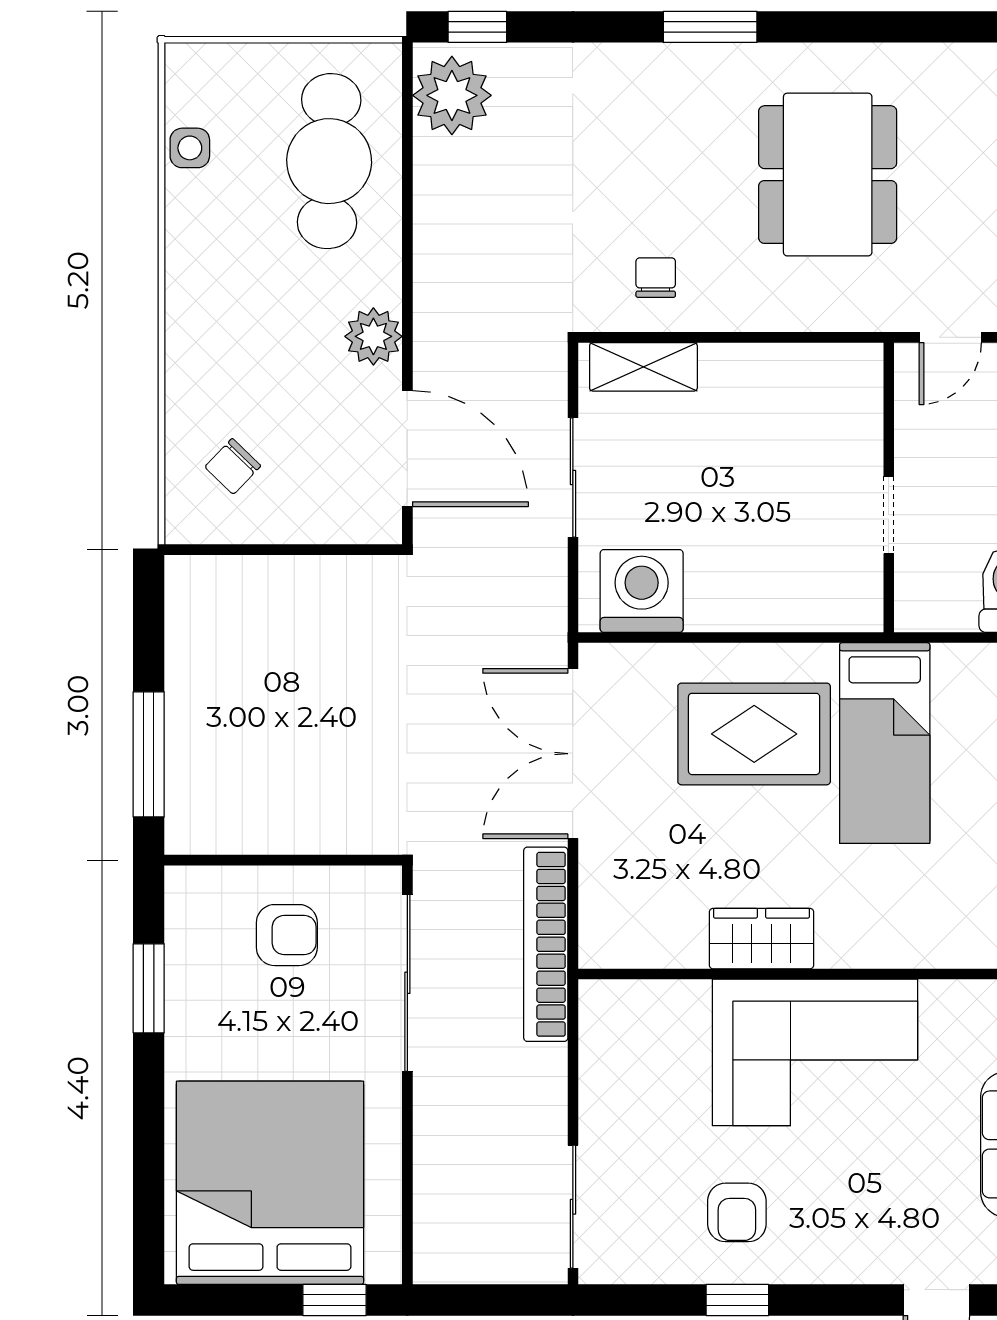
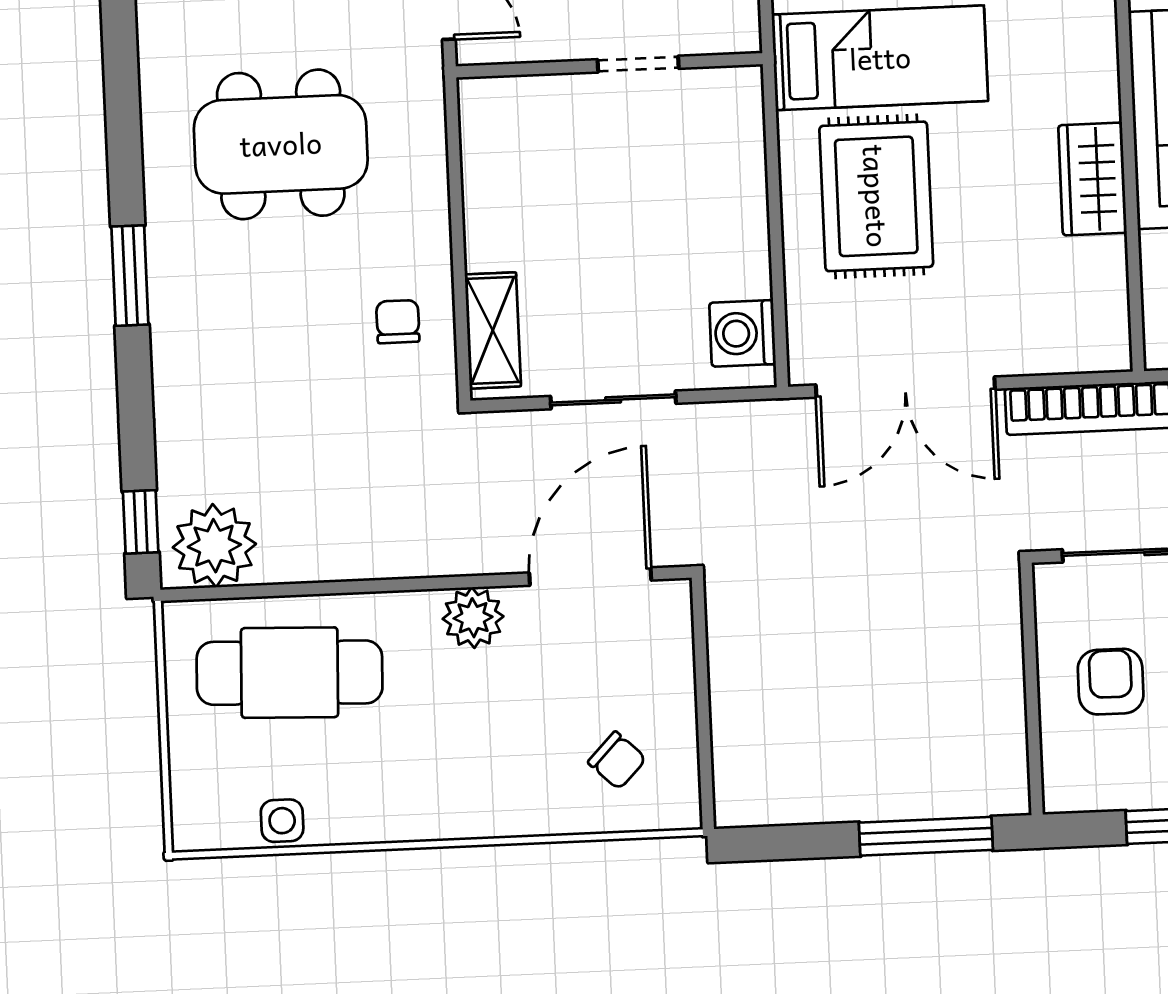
chair: (656, 278) -> (398, 322), turned 90
washing machine: (642, 591) -> (742, 333), width x0.73, depth x0.73

